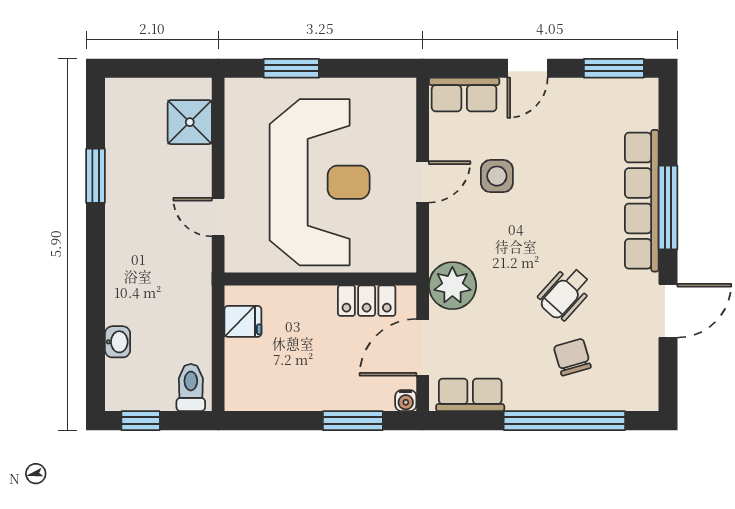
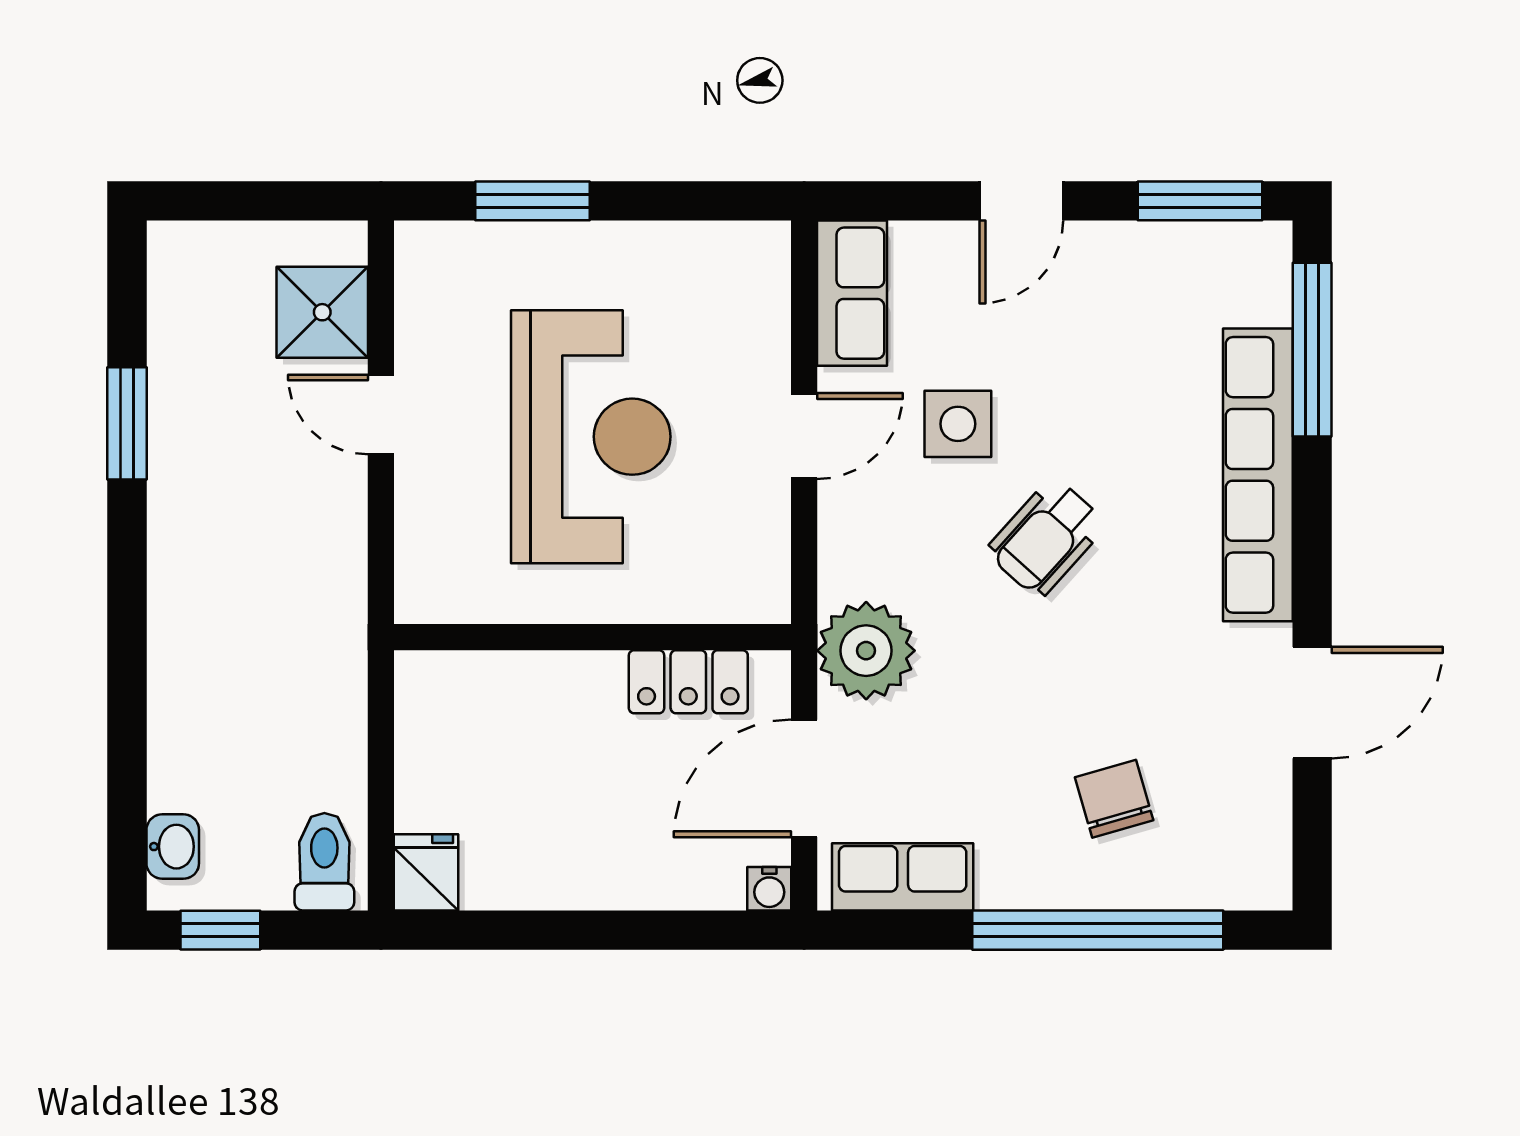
row of seats: (464, 95) -> (852, 293), moved, turned -90
reception desk: (320, 182) -> (591, 437), width x0.74, depth x0.77
window: (668, 208) -> (1312, 350), moved
door: (218, 217) -> (381, 415), moved
wheelchair: (565, 293) -> (1046, 538), moved
fridge: (243, 321) -> (426, 872), moved, turned -90
washbasin: (118, 342) -> (173, 847), moved
window: (353, 421) -> (660, 930), removed

